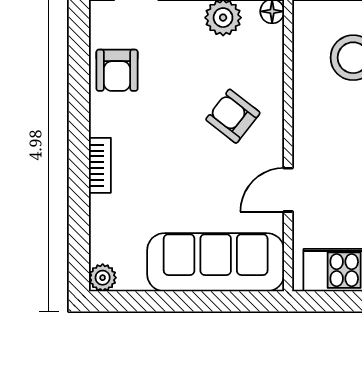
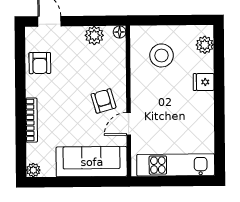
armchair: (233, 116) -> (103, 101), moved, turned 36
bookcase: (100, 165) -> (31, 120), width x1.56

